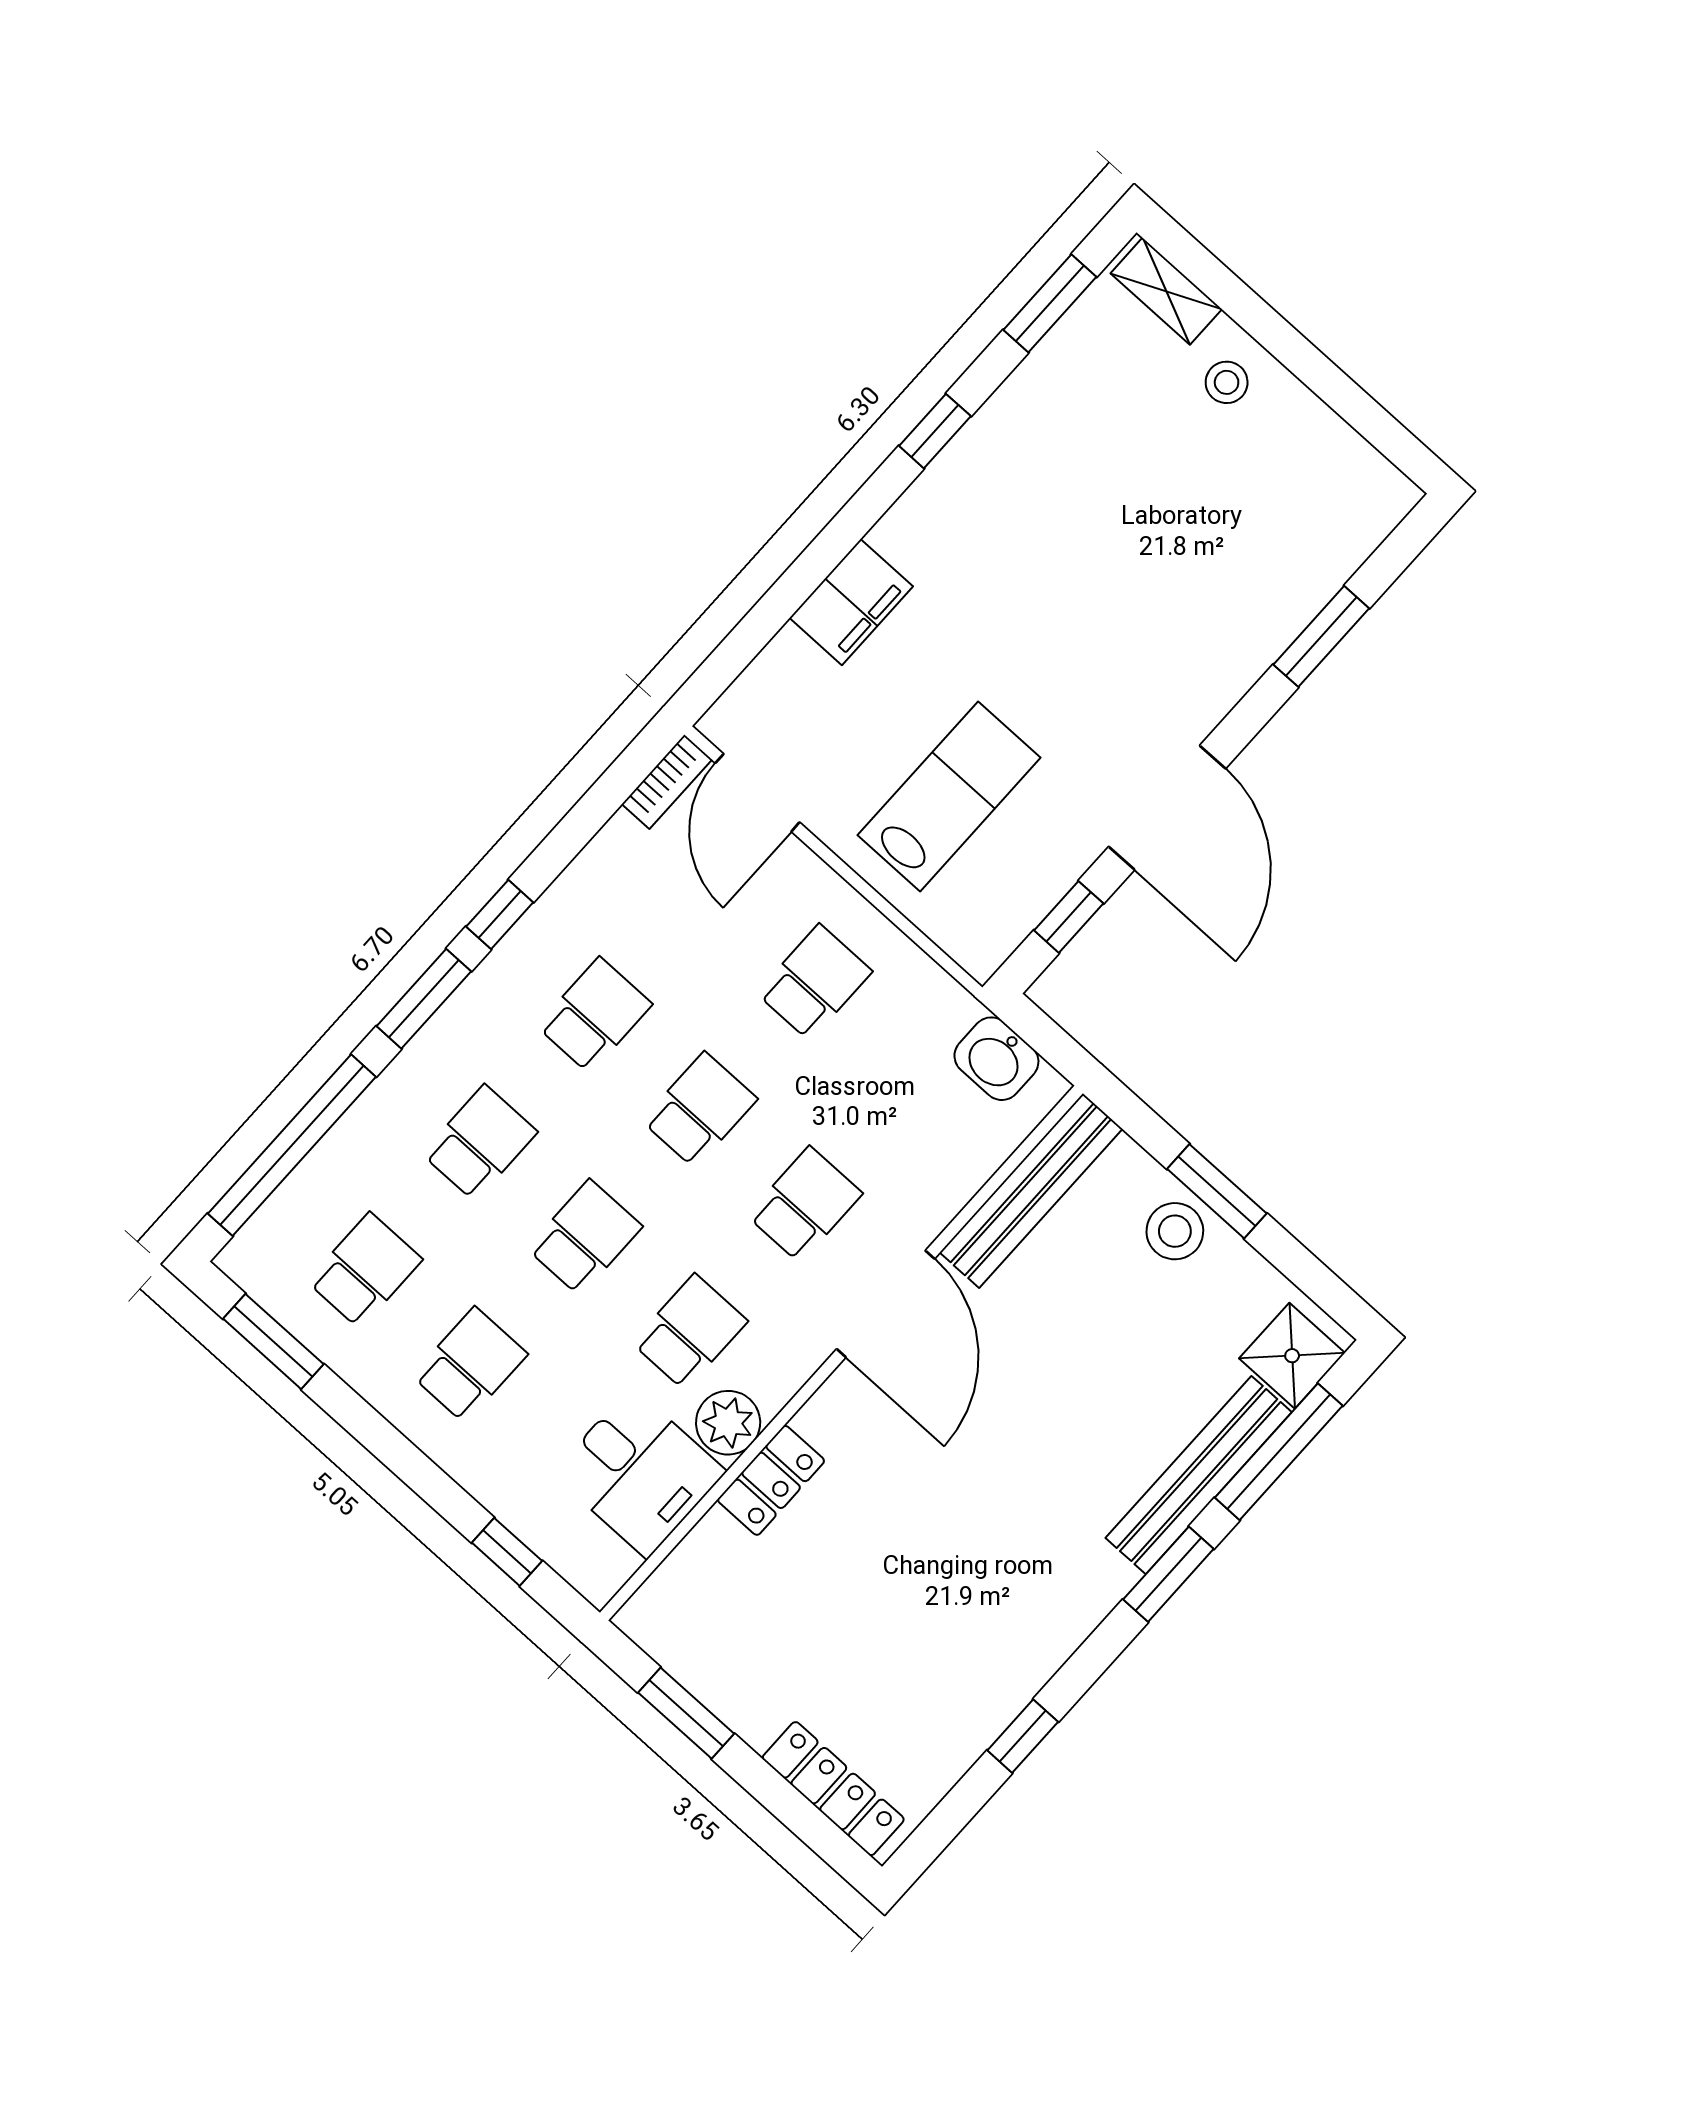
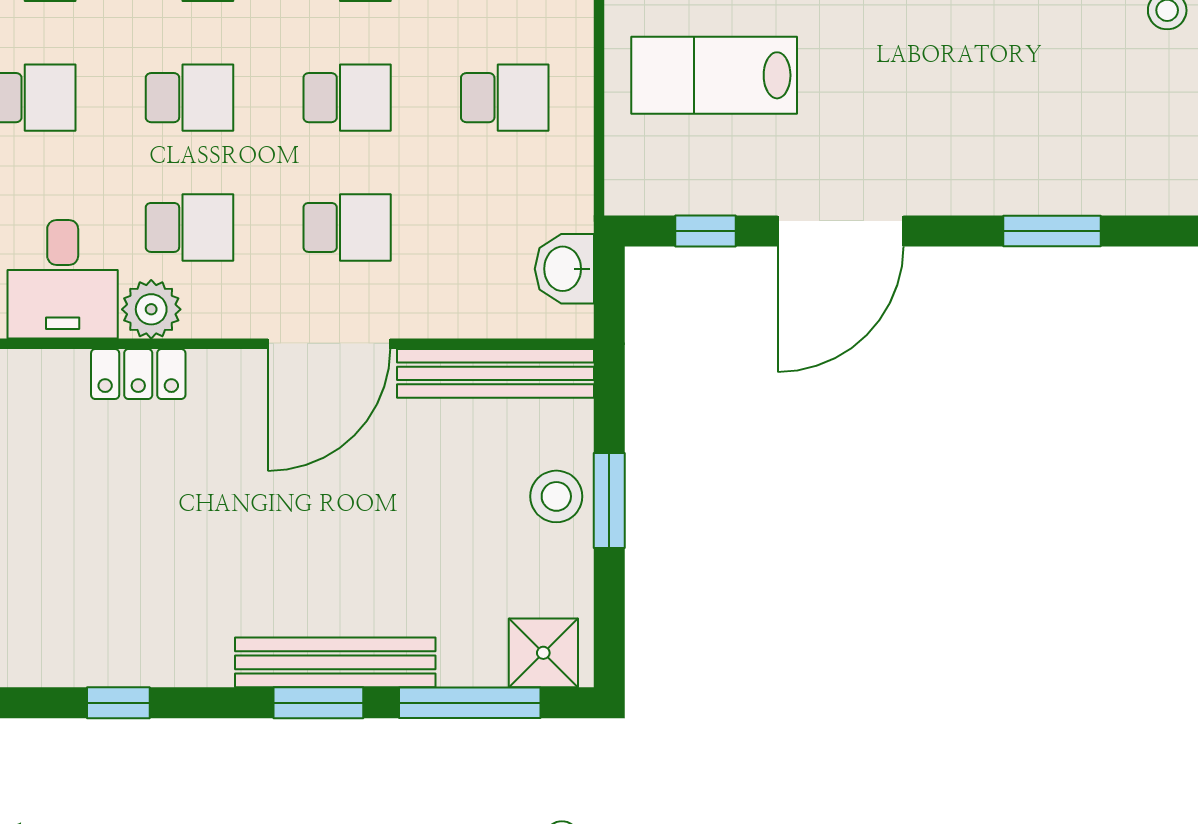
lab bench: (949, 796) -> (714, 75), turned 180
bench: (1199, 1475) -> (335, 662), moved

